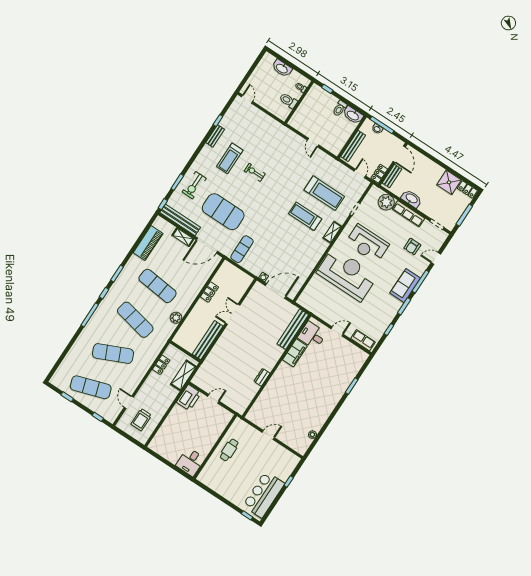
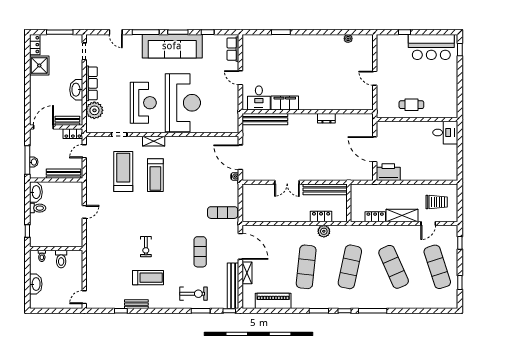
exercise mat: (223, 212) -> (200, 252), width x0.50, depth x0.69
armchair: (412, 246) -> (119, 60), removed
reception desk: (347, 274) -> (183, 103), turned 180
sofa: (405, 286) -> (172, 46), width x1.85, depth x1.27
locker: (209, 292) -> (321, 216), moved
shelving: (183, 375) -> (402, 216), moved
door: (213, 399) -> (375, 149), width x1.87

